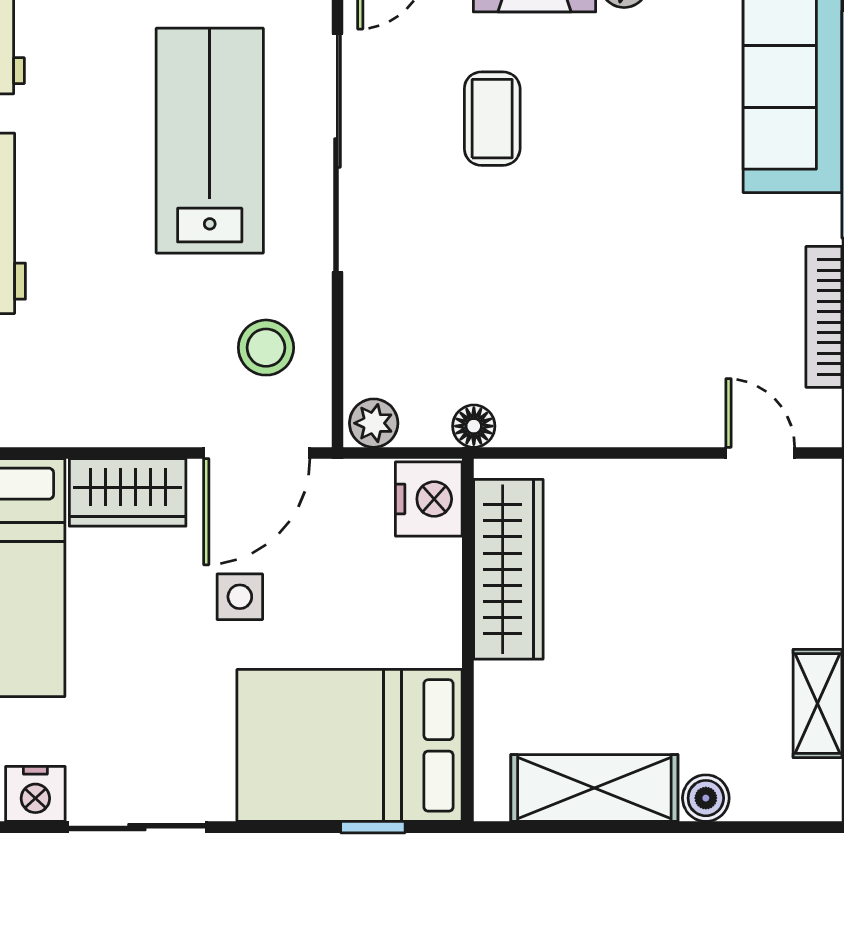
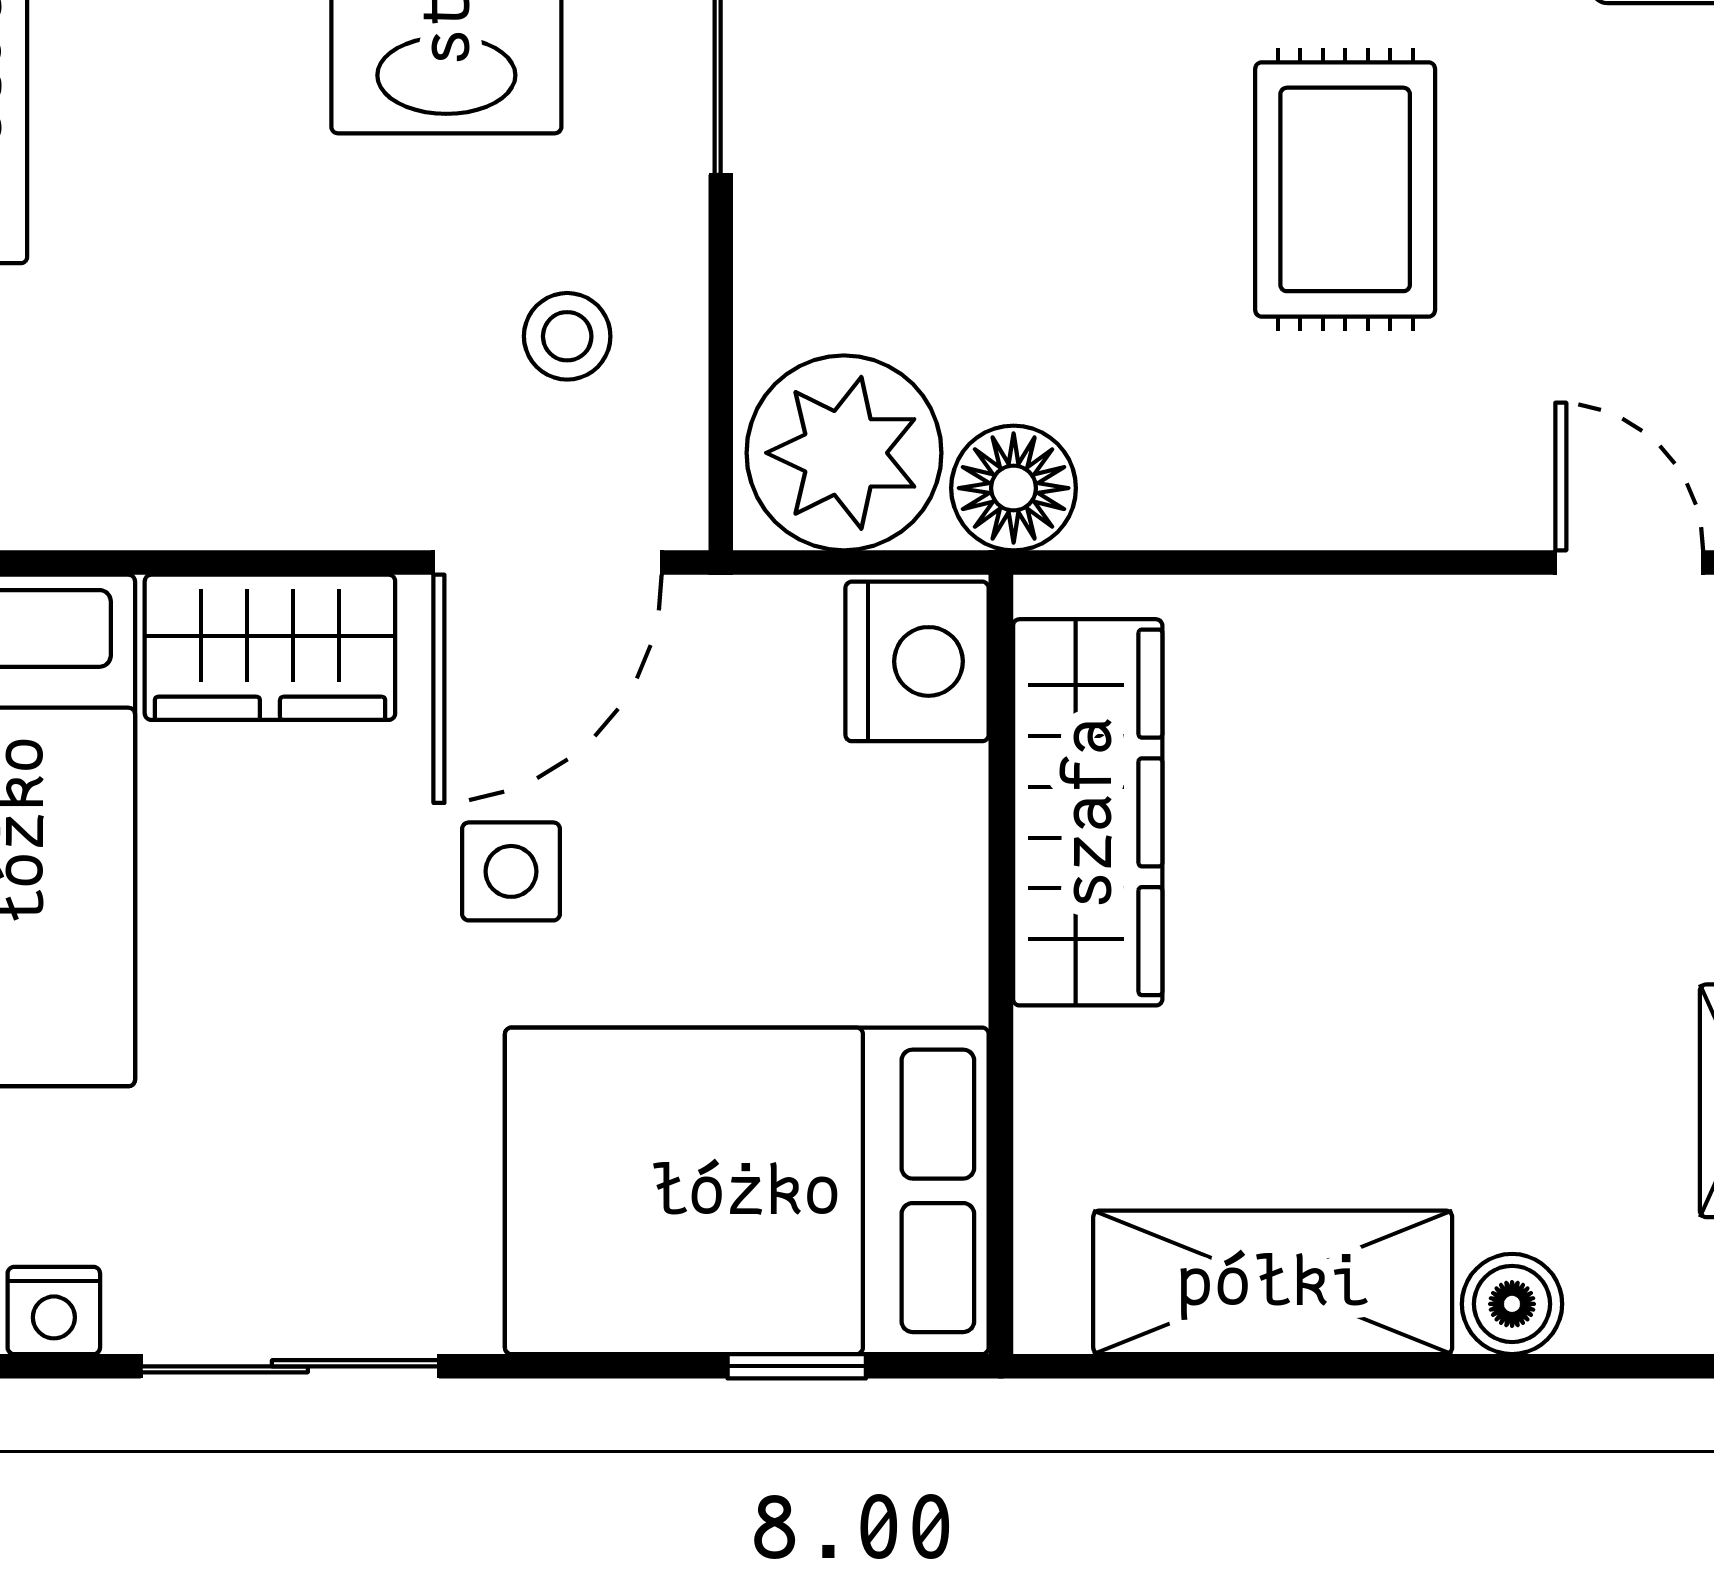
rug: (628, 279) -> (1345, 189), added
stool: (266, 348) -> (567, 336), width x0.73, depth x0.73
plant: (374, 423) -> (844, 453), width x1.87, depth x1.87
floor lamp: (474, 426) -> (1014, 488), width x1.37, depth x1.37
nightstand: (35, 794) -> (54, 1310), width x0.72, depth x0.74

